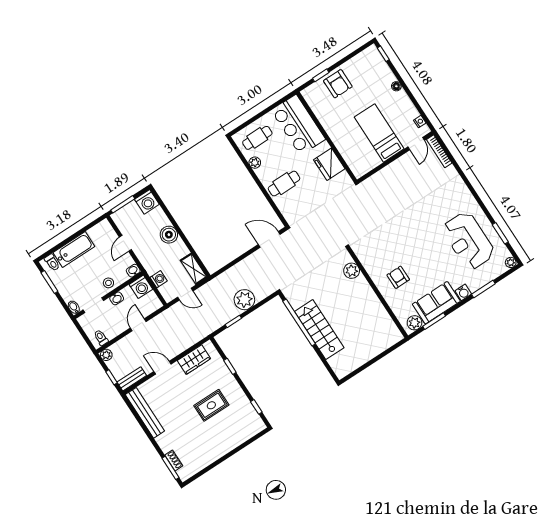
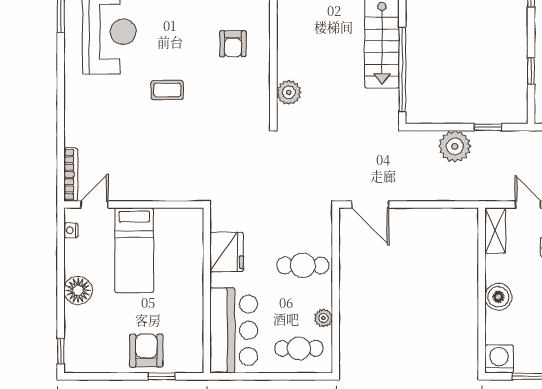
floor lamp: (396, 86) -> (78, 290), width x1.89, depth x1.89
coffee table: (417, 230) -> (167, 90), added

